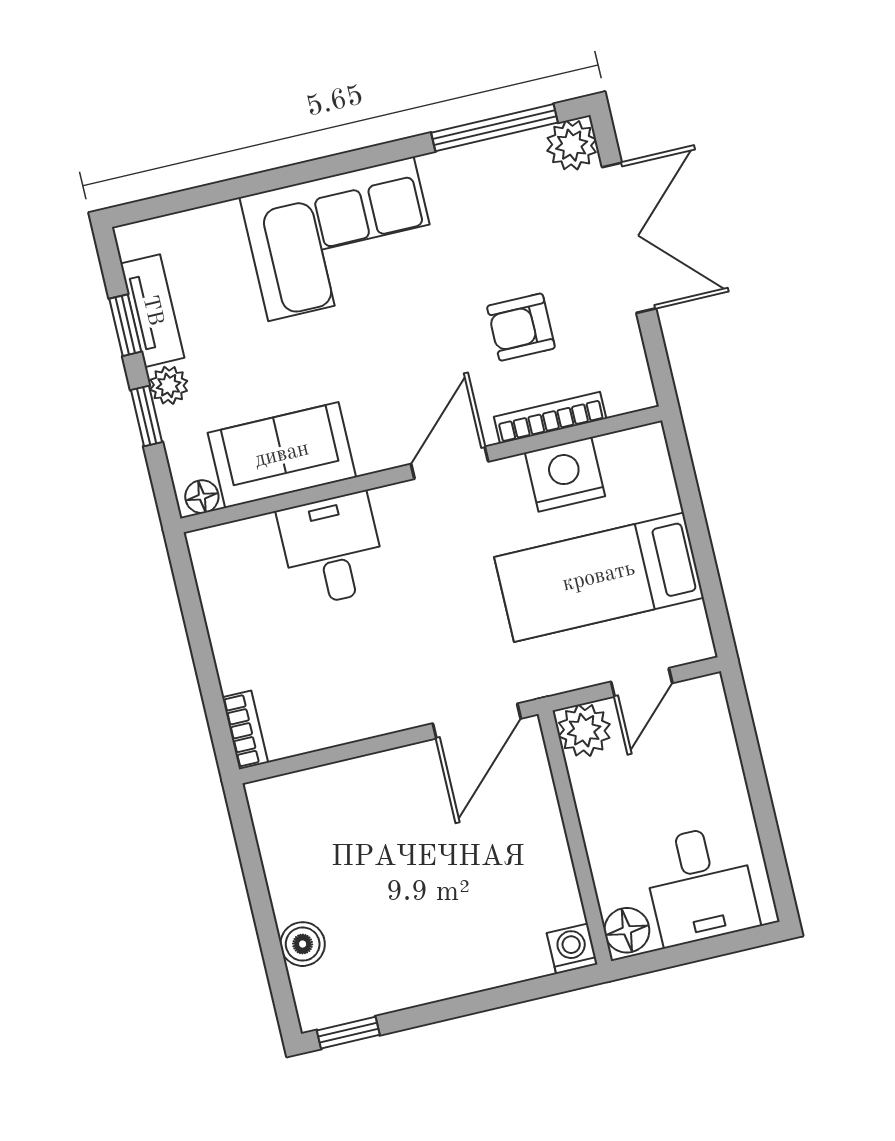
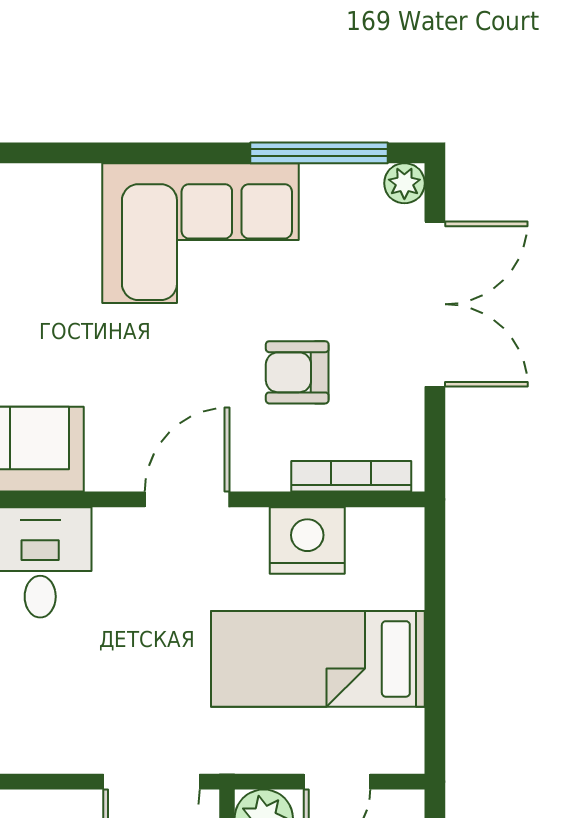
plant: (572, 145) -> (404, 183), width x0.73, depth x0.73
corner sofa: (341, 239) -> (200, 233), moved
bookcase: (550, 418) -> (351, 476), moved

